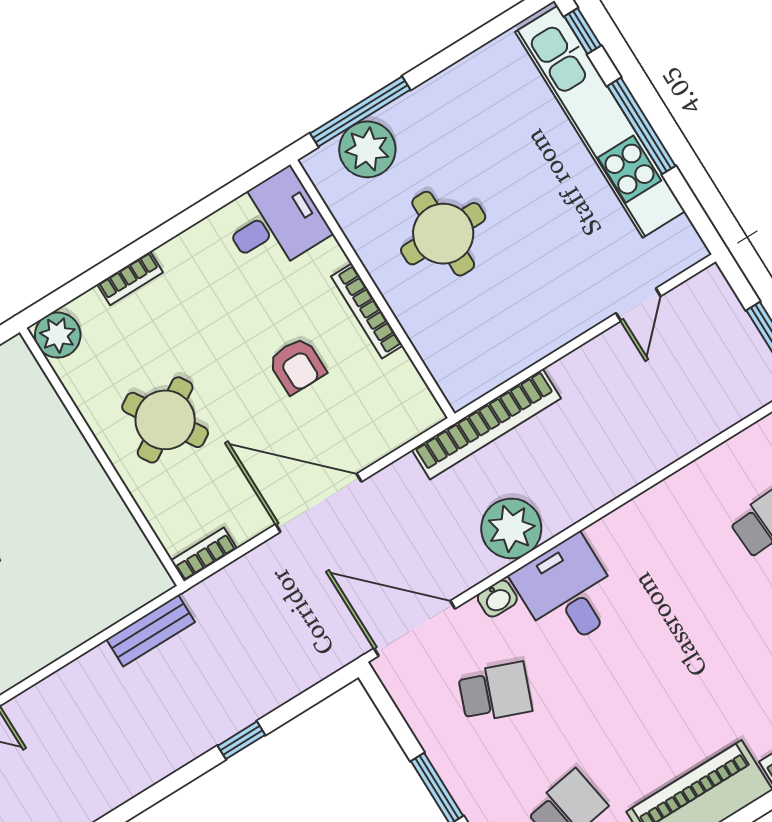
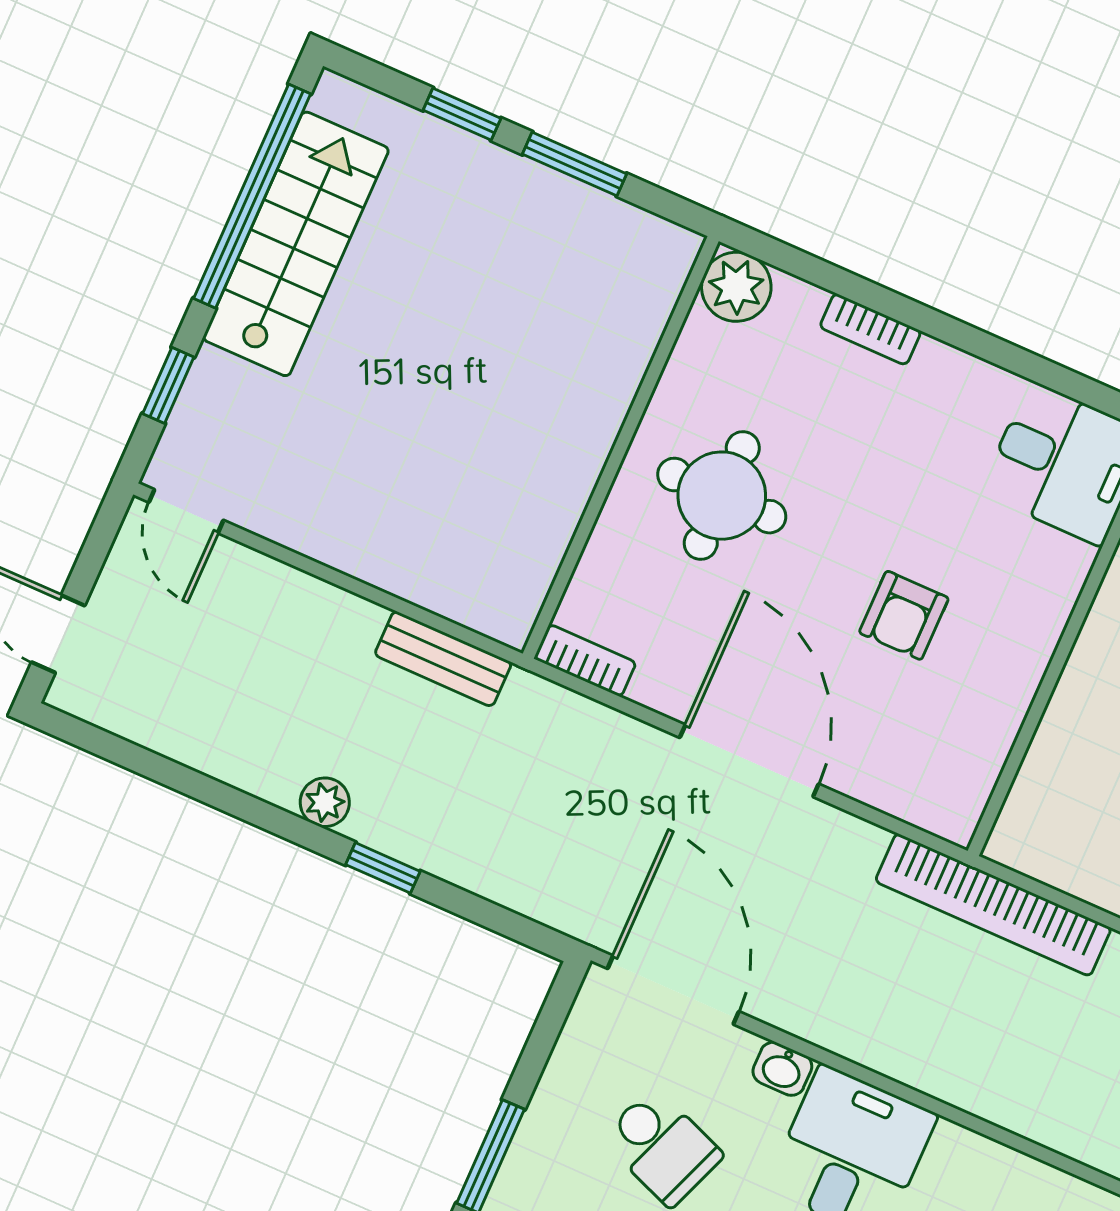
bookcase: (367, 311) -> (1033, 657), removed
round table: (165, 420) -> (722, 496), turned 32
plant: (511, 528) -> (325, 802), moved, width x0.53, depth x0.53

